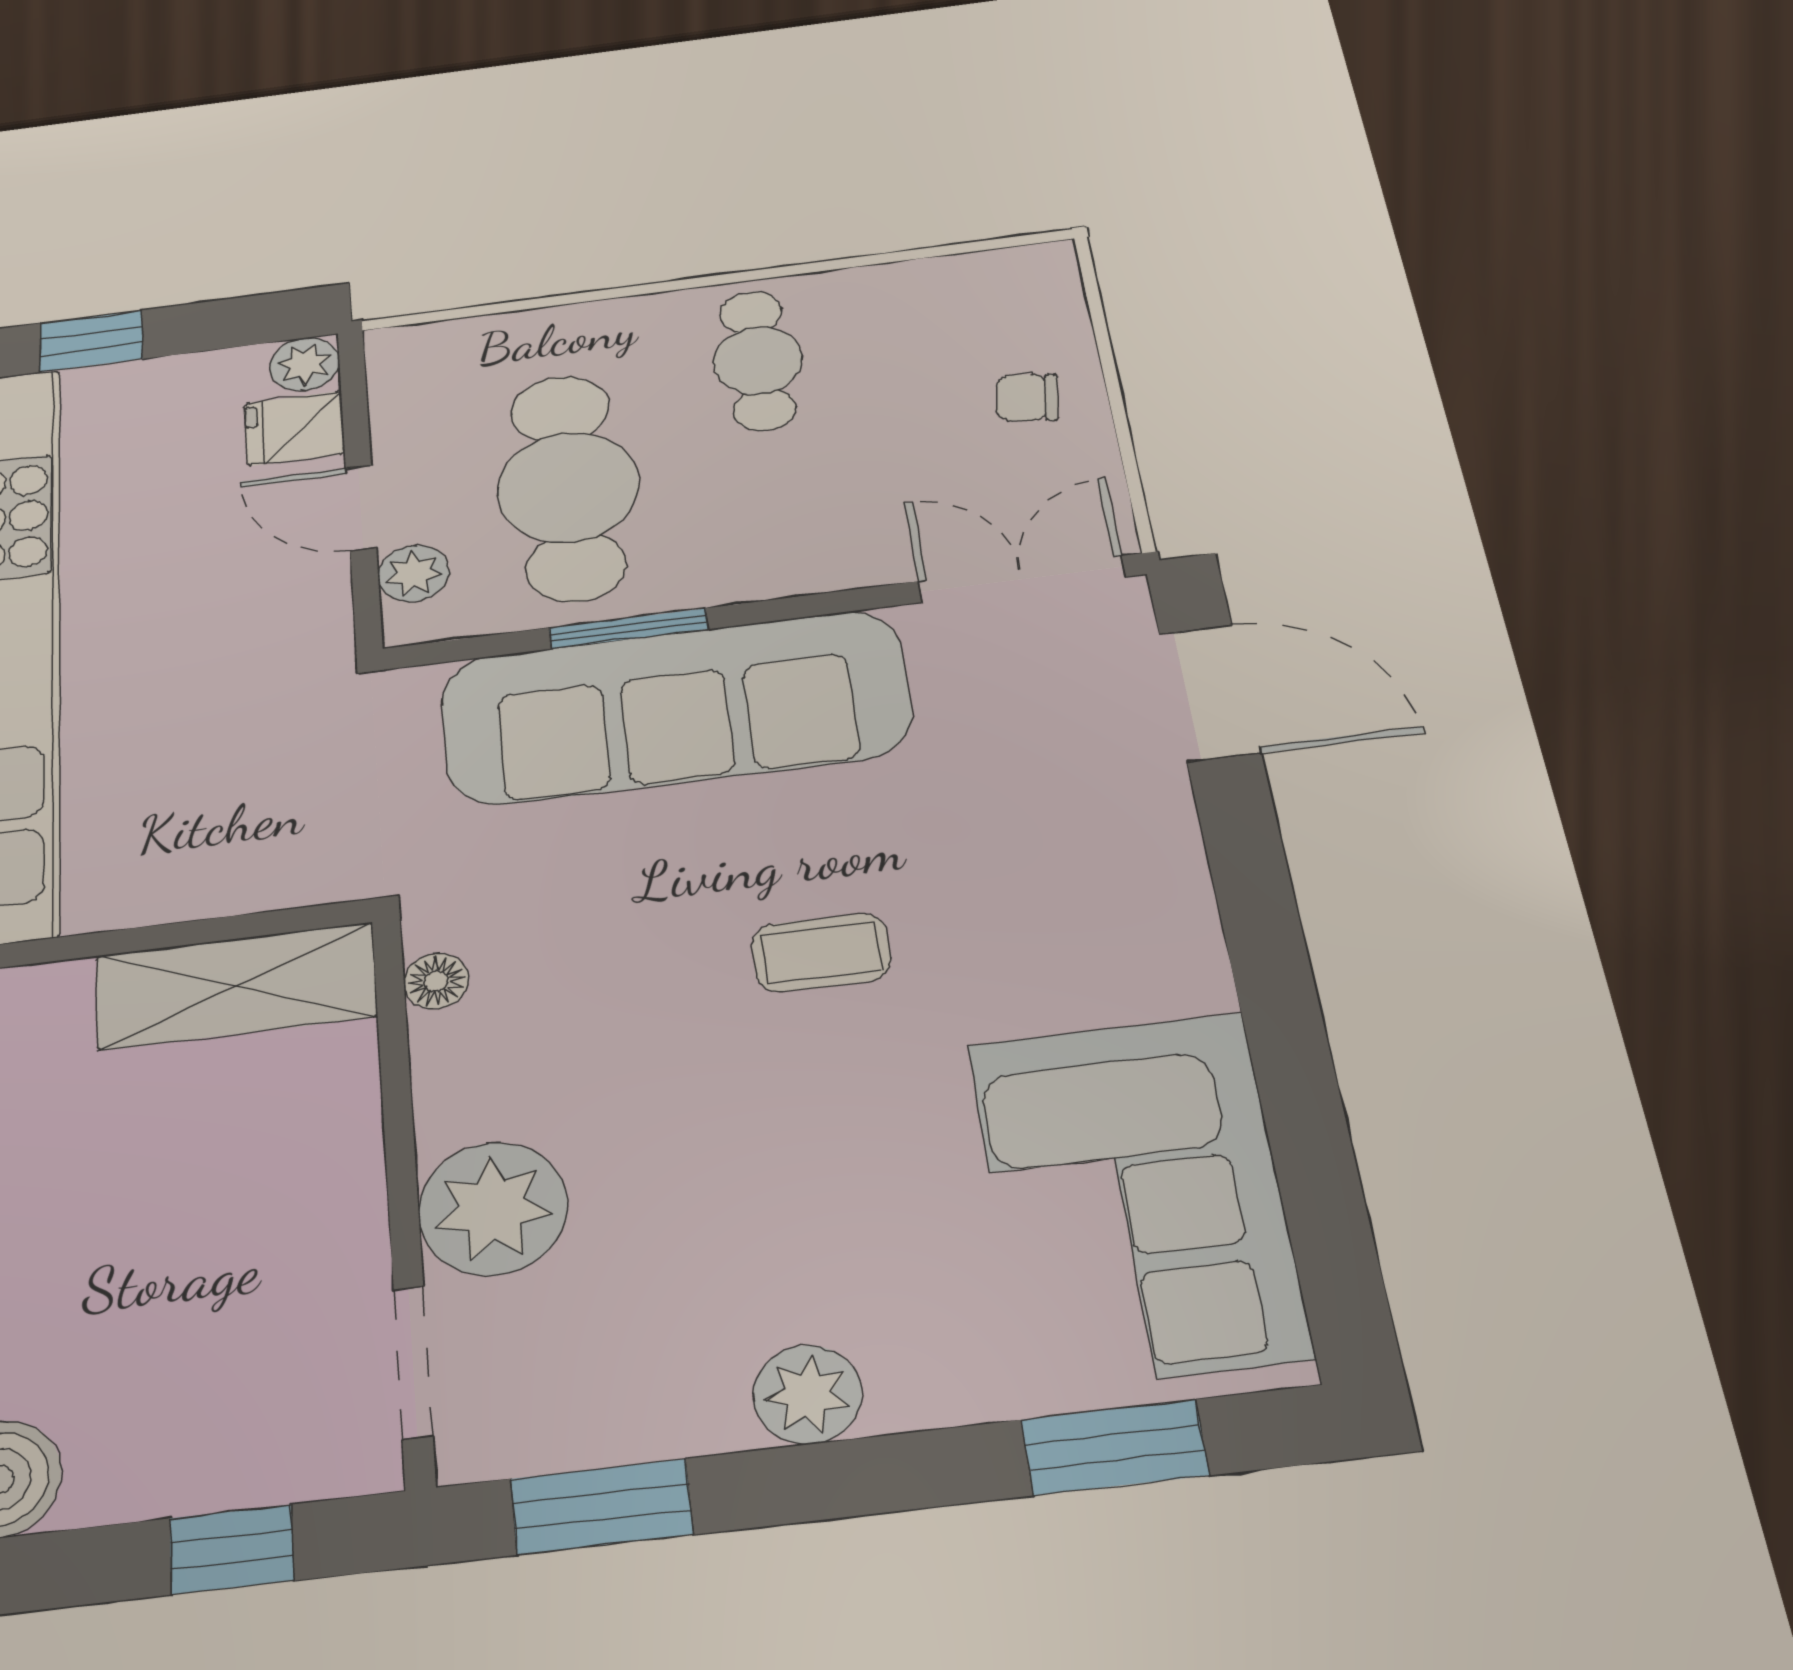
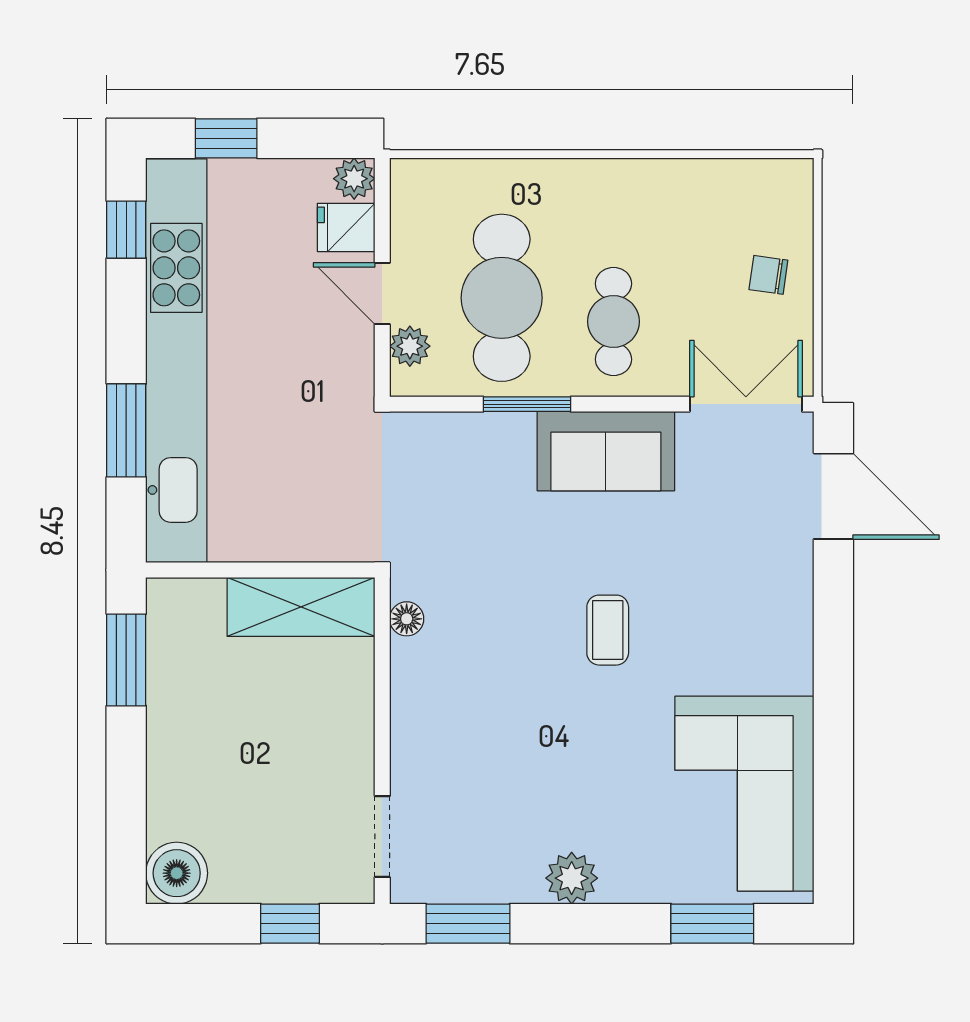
cafe table: (758, 361) -> (613, 321), moved
sofa: (675, 707) -> (606, 451), width x0.54, depth x0.79
coffee table: (821, 953) -> (608, 630), turned 90
plant: (493, 1209) -> (427, 757), removed

